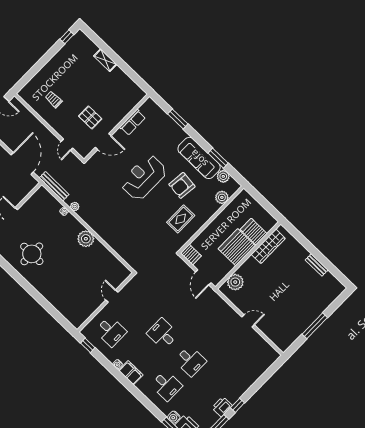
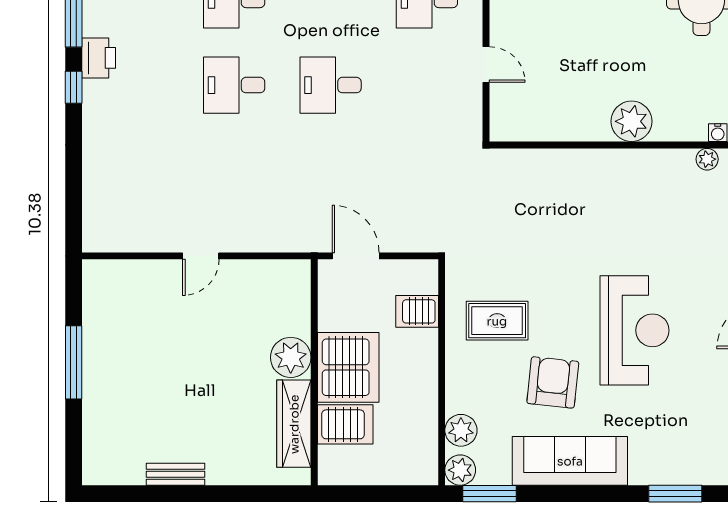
window: (218, 158) -> (489, 494), moved
plant: (223, 176) -> (460, 470), moved
rug: (181, 219) -> (497, 321), turned 90
server rack: (191, 255) -> (417, 311), moved
plant: (235, 282) -> (291, 357), moved
desk: (163, 334) -> (331, 85), turned 180

